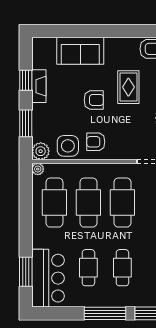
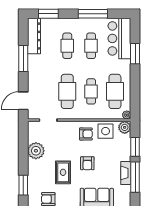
window: (26, 80) -> (135, 177), width x2.17
armchair: (94, 100) -> (87, 163), turned -90
cafe table: (88, 203) -> (91, 91), width x0.73, depth x0.74
window: (26, 272) -> (135, 54), moved
window: (105, 313) -> (93, 14), moved

